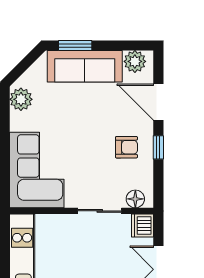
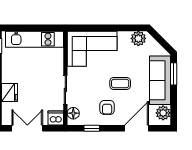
coffee table: (90, 127) -> (120, 83), added
window: (158, 147) -> (92, 128), moved

